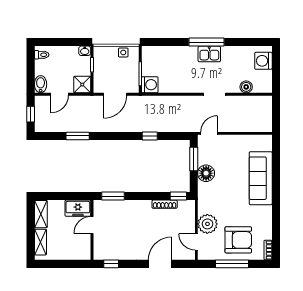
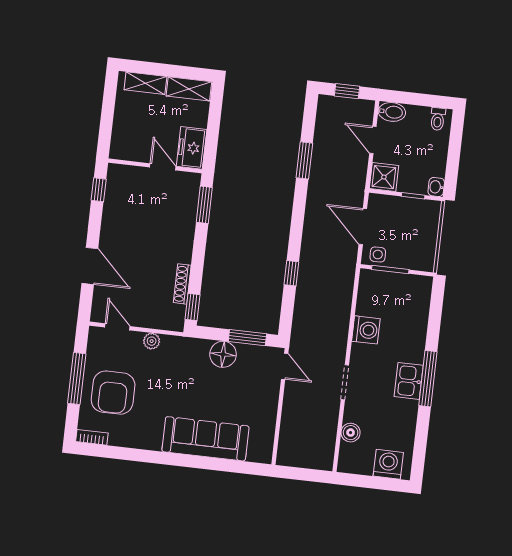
side table: (123, 52) -> (378, 254), moved
washing machine: (150, 85) -> (366, 330), moved, turned -90
plant: (207, 224) -> (152, 341), width x0.53, depth x0.53
door: (196, 242) -> (117, 327), hinge flipped

